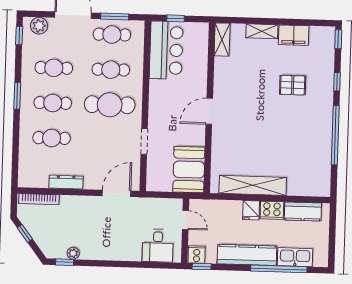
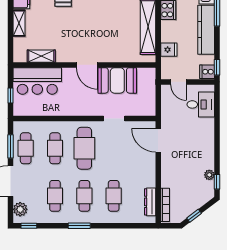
shelving: (222, 40) -> (41, 56), moved
bar counter: (166, 50) -> (37, 81), moved, turned 180
booth: (189, 170) -> (117, 80), moved
dresser: (66, 182) -> (150, 202), moved
fridge: (251, 210) -> (169, 50), moved
door: (185, 220) -> (179, 82), swing flipped

